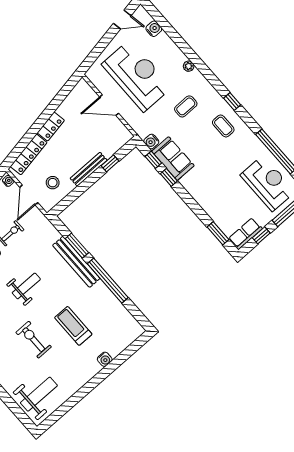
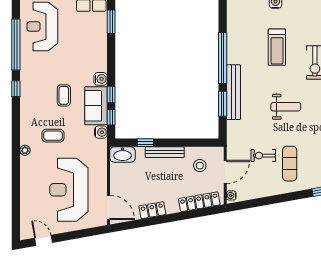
water cooler: (154, 29) -> (101, 79), moved, turned 180
plant: (189, 66) -> (25, 150), moved
window: (232, 101) -> (16, 89), moved
door: (109, 105) -> (108, 207), moved
locker: (51, 126) -> (152, 210), moved
coffee table: (223, 126) -> (64, 95), moved
washbasin: (120, 139) -> (123, 154), added
weight bench: (26, 286) -> (286, 107), turned 180

